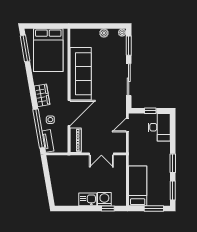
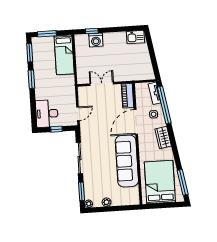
kitchen sink: (88, 199) -> (135, 37), moved

